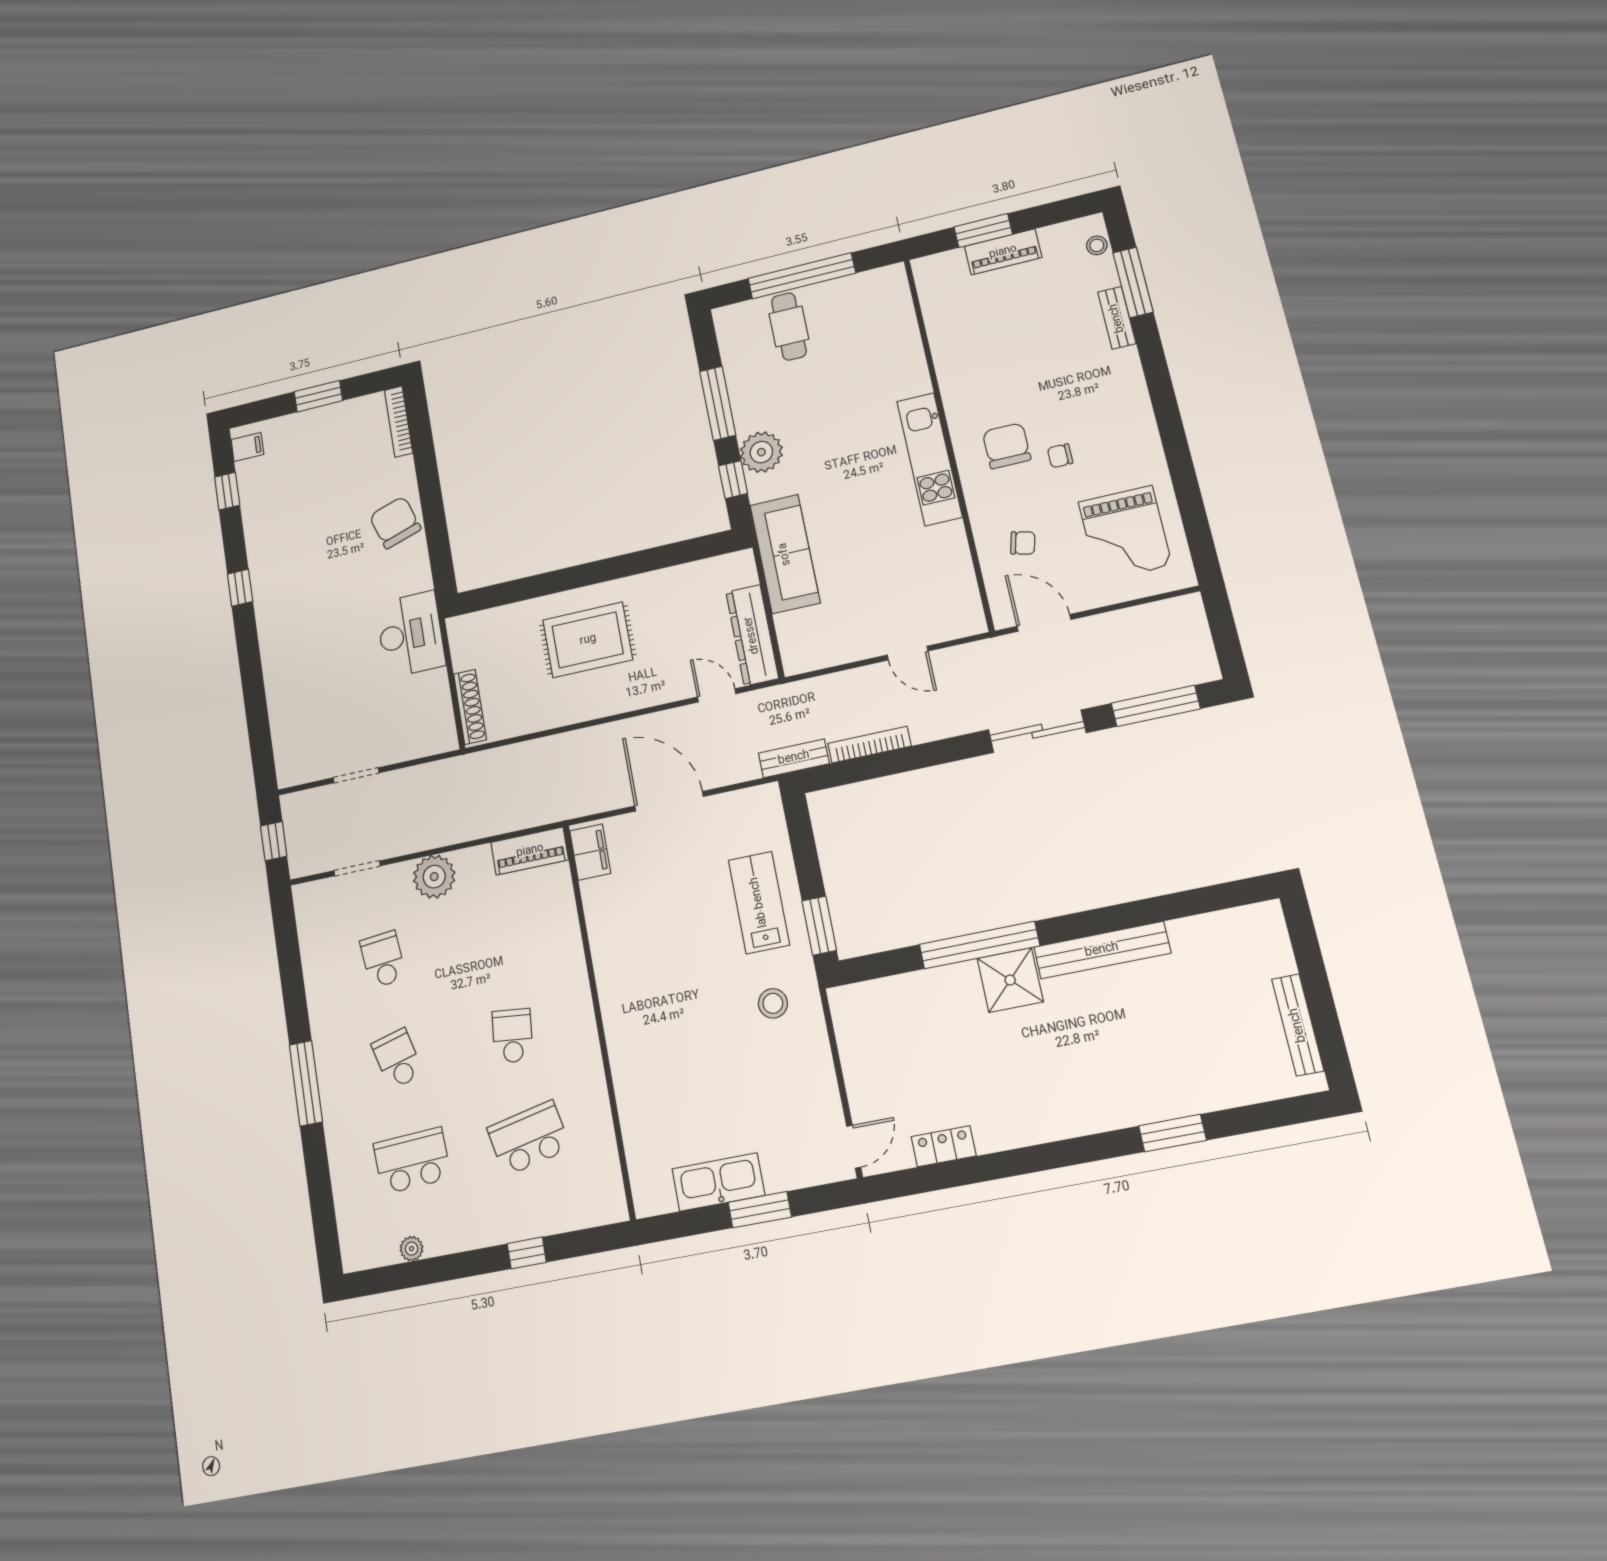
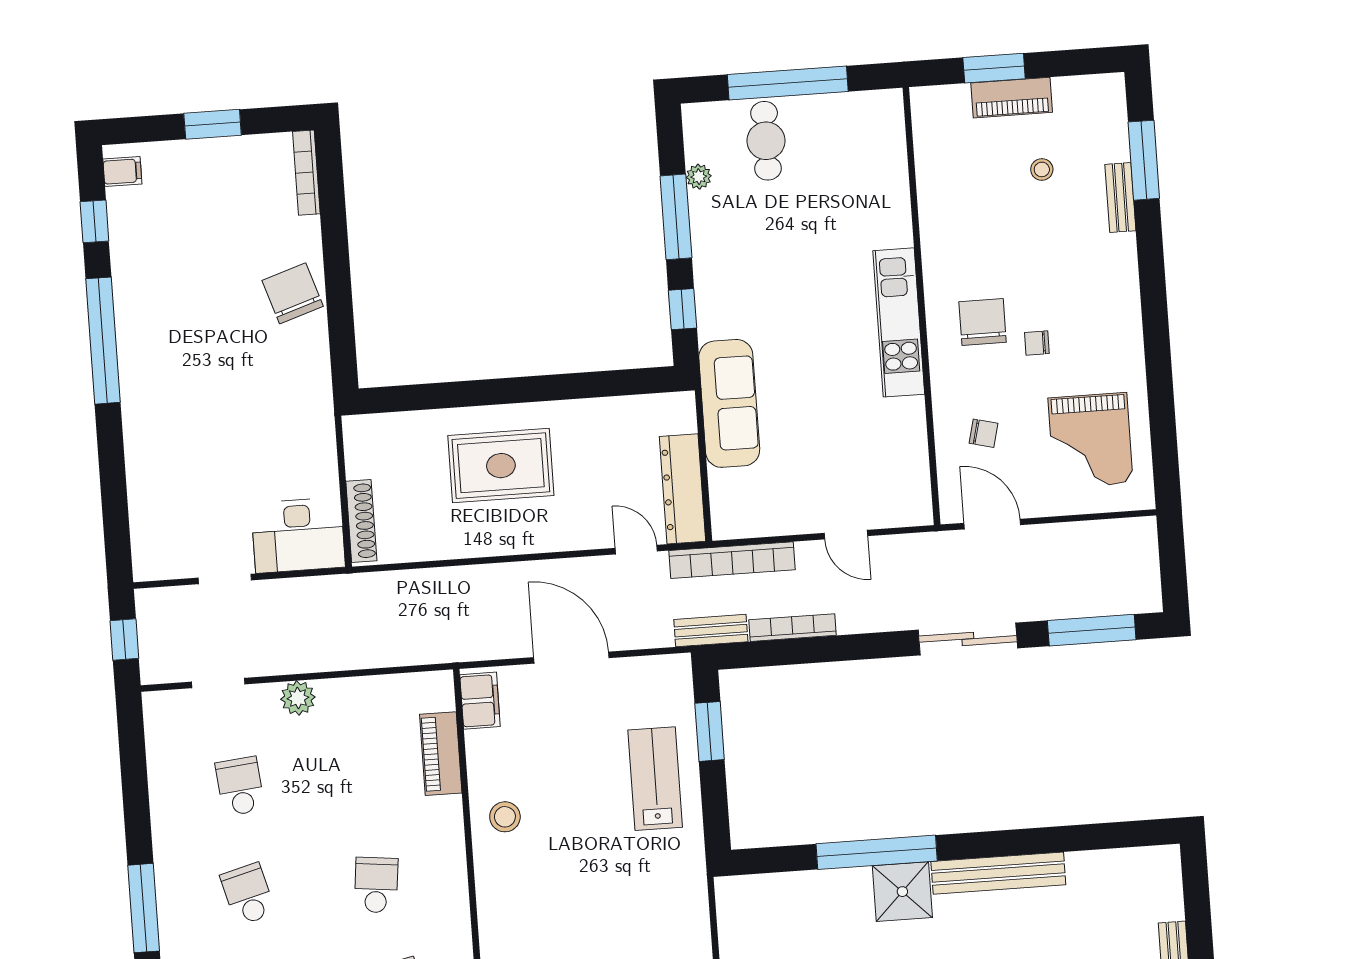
stool: (1097, 245) -> (1042, 169), moved
plant: (761, 452) -> (699, 177), moved, width x0.53, depth x0.53
window: (240, 588) -> (103, 341), width x3.17
desk: (410, 634) -> (298, 535), moved, turned 90
bookcase: (805, 692) -> (732, 560), added
piano: (530, 851) -> (441, 754), moved, turned 90
plant: (434, 877) -> (298, 698), width x0.73, depth x0.73
window: (819, 926) -> (710, 731), moved
stool: (773, 1003) -> (505, 817), moved

